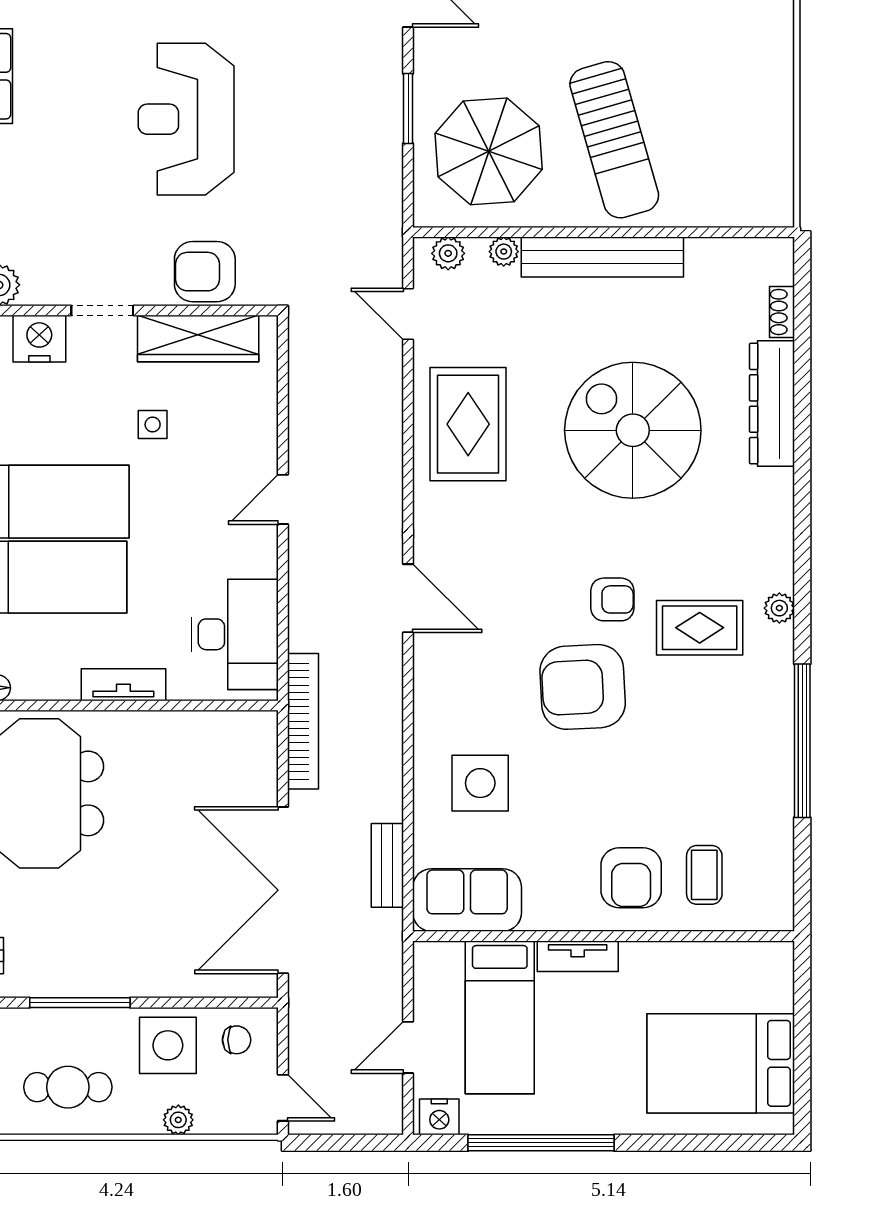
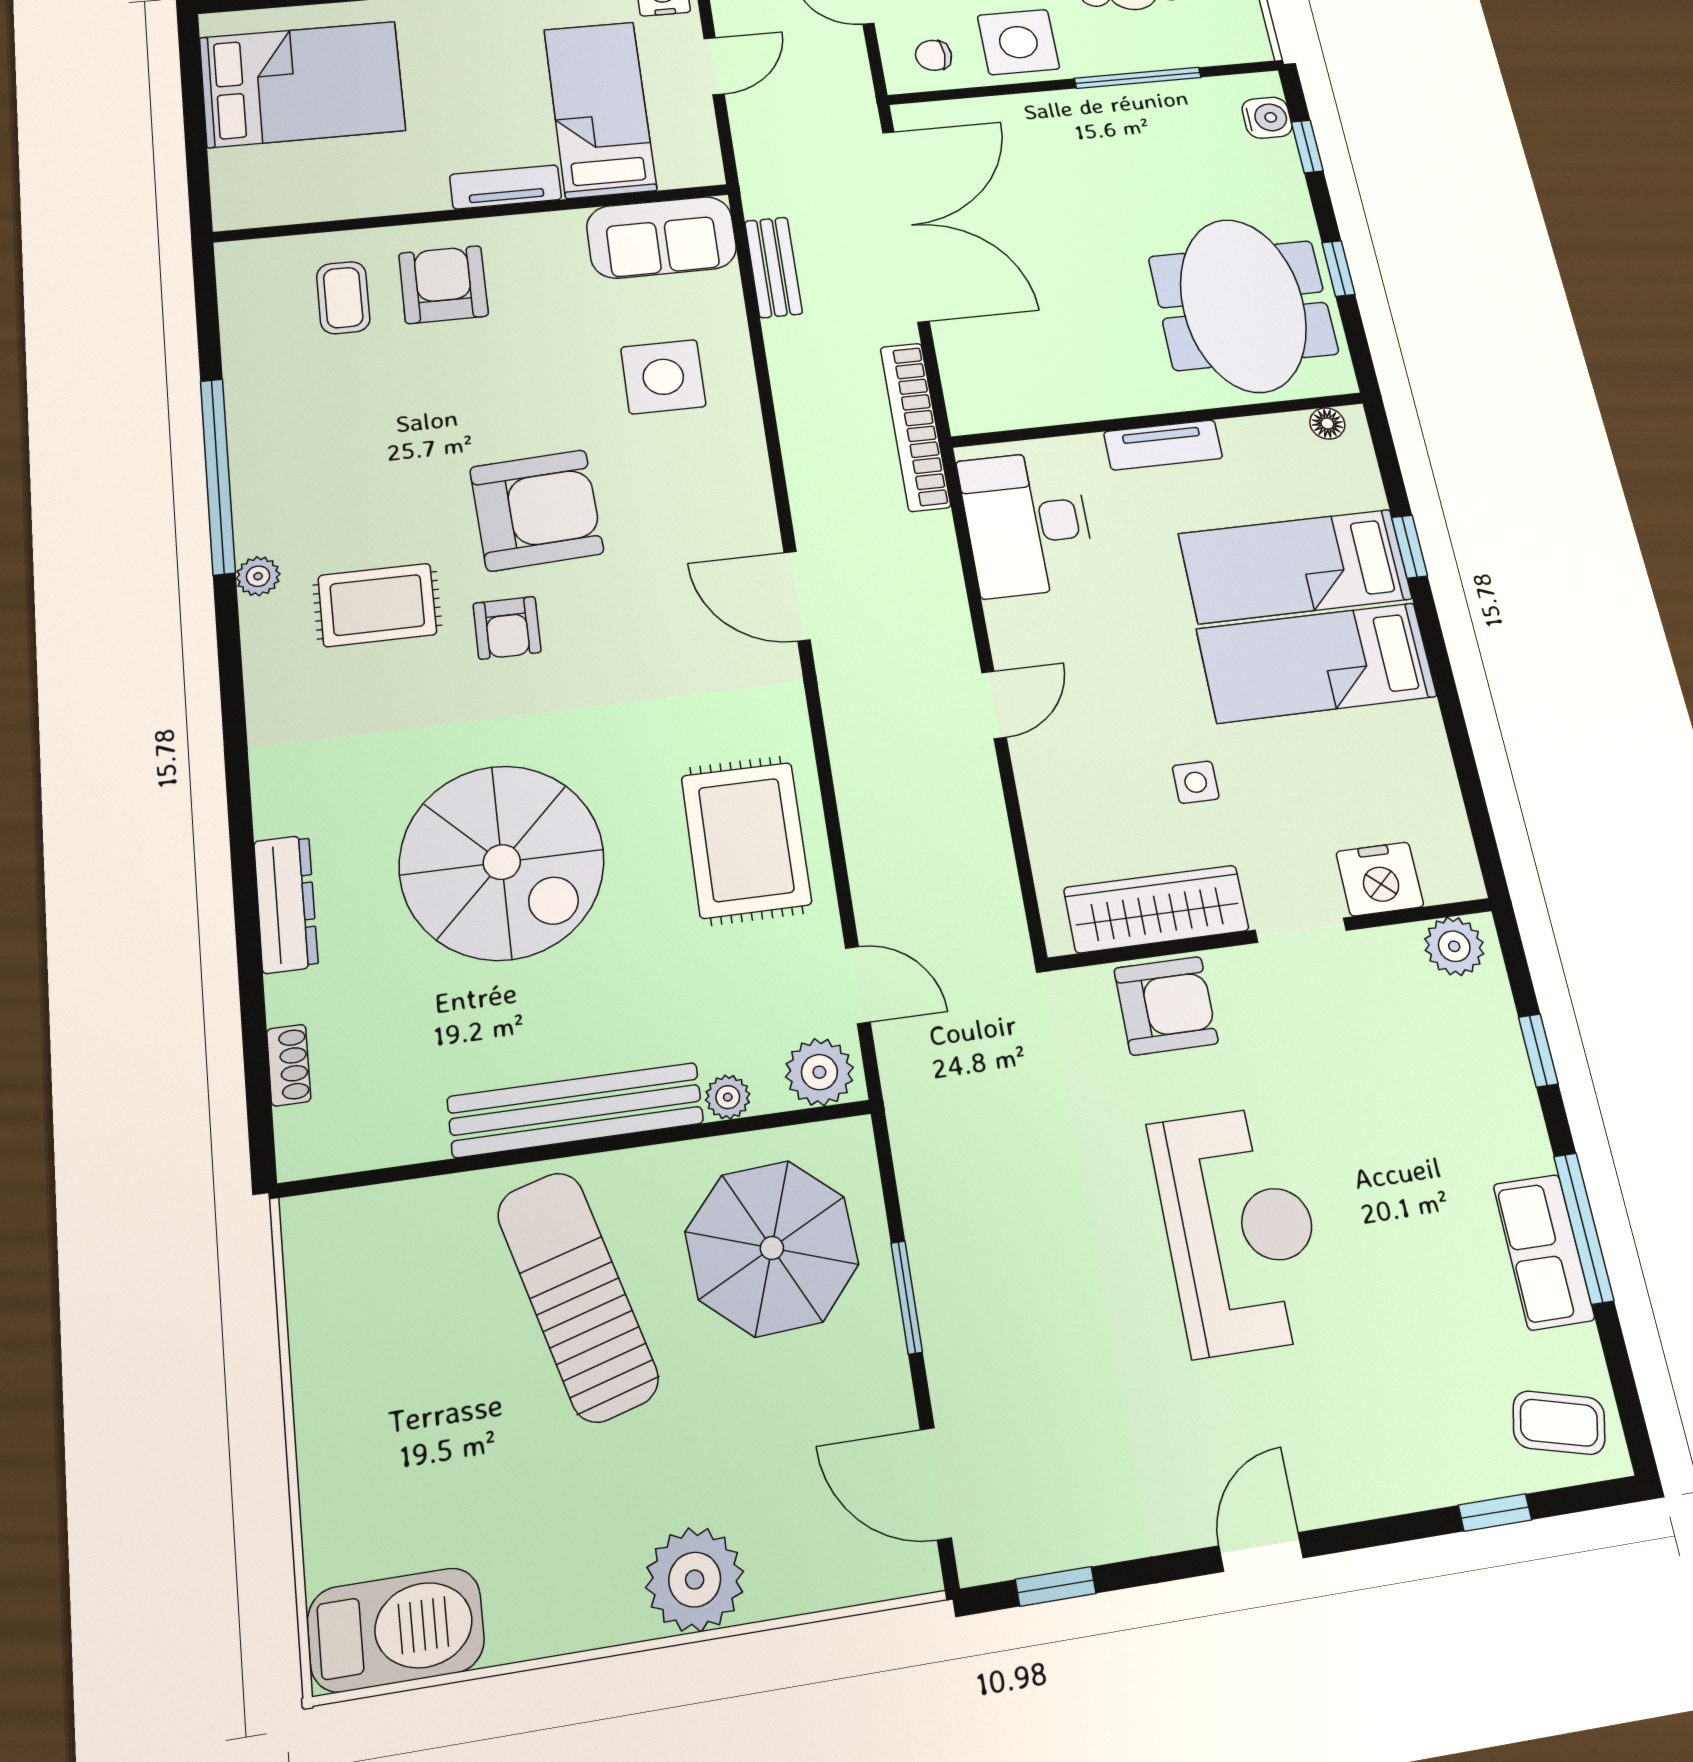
plant: (448, 253) -> (819, 1072), width x1.38, depth x1.38
dresser: (772, 404) -> (286, 904), width x0.73, depth x0.80
armchair: (612, 599) -> (507, 628), turned -90
plant: (779, 608) -> (258, 576), moved

